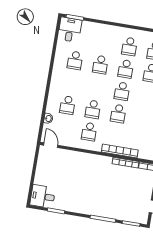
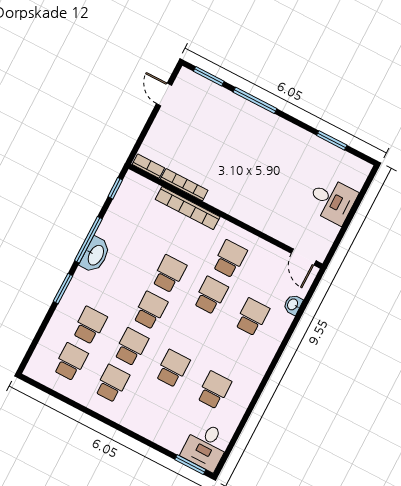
desk: (43, 196) -> (332, 200), moved

